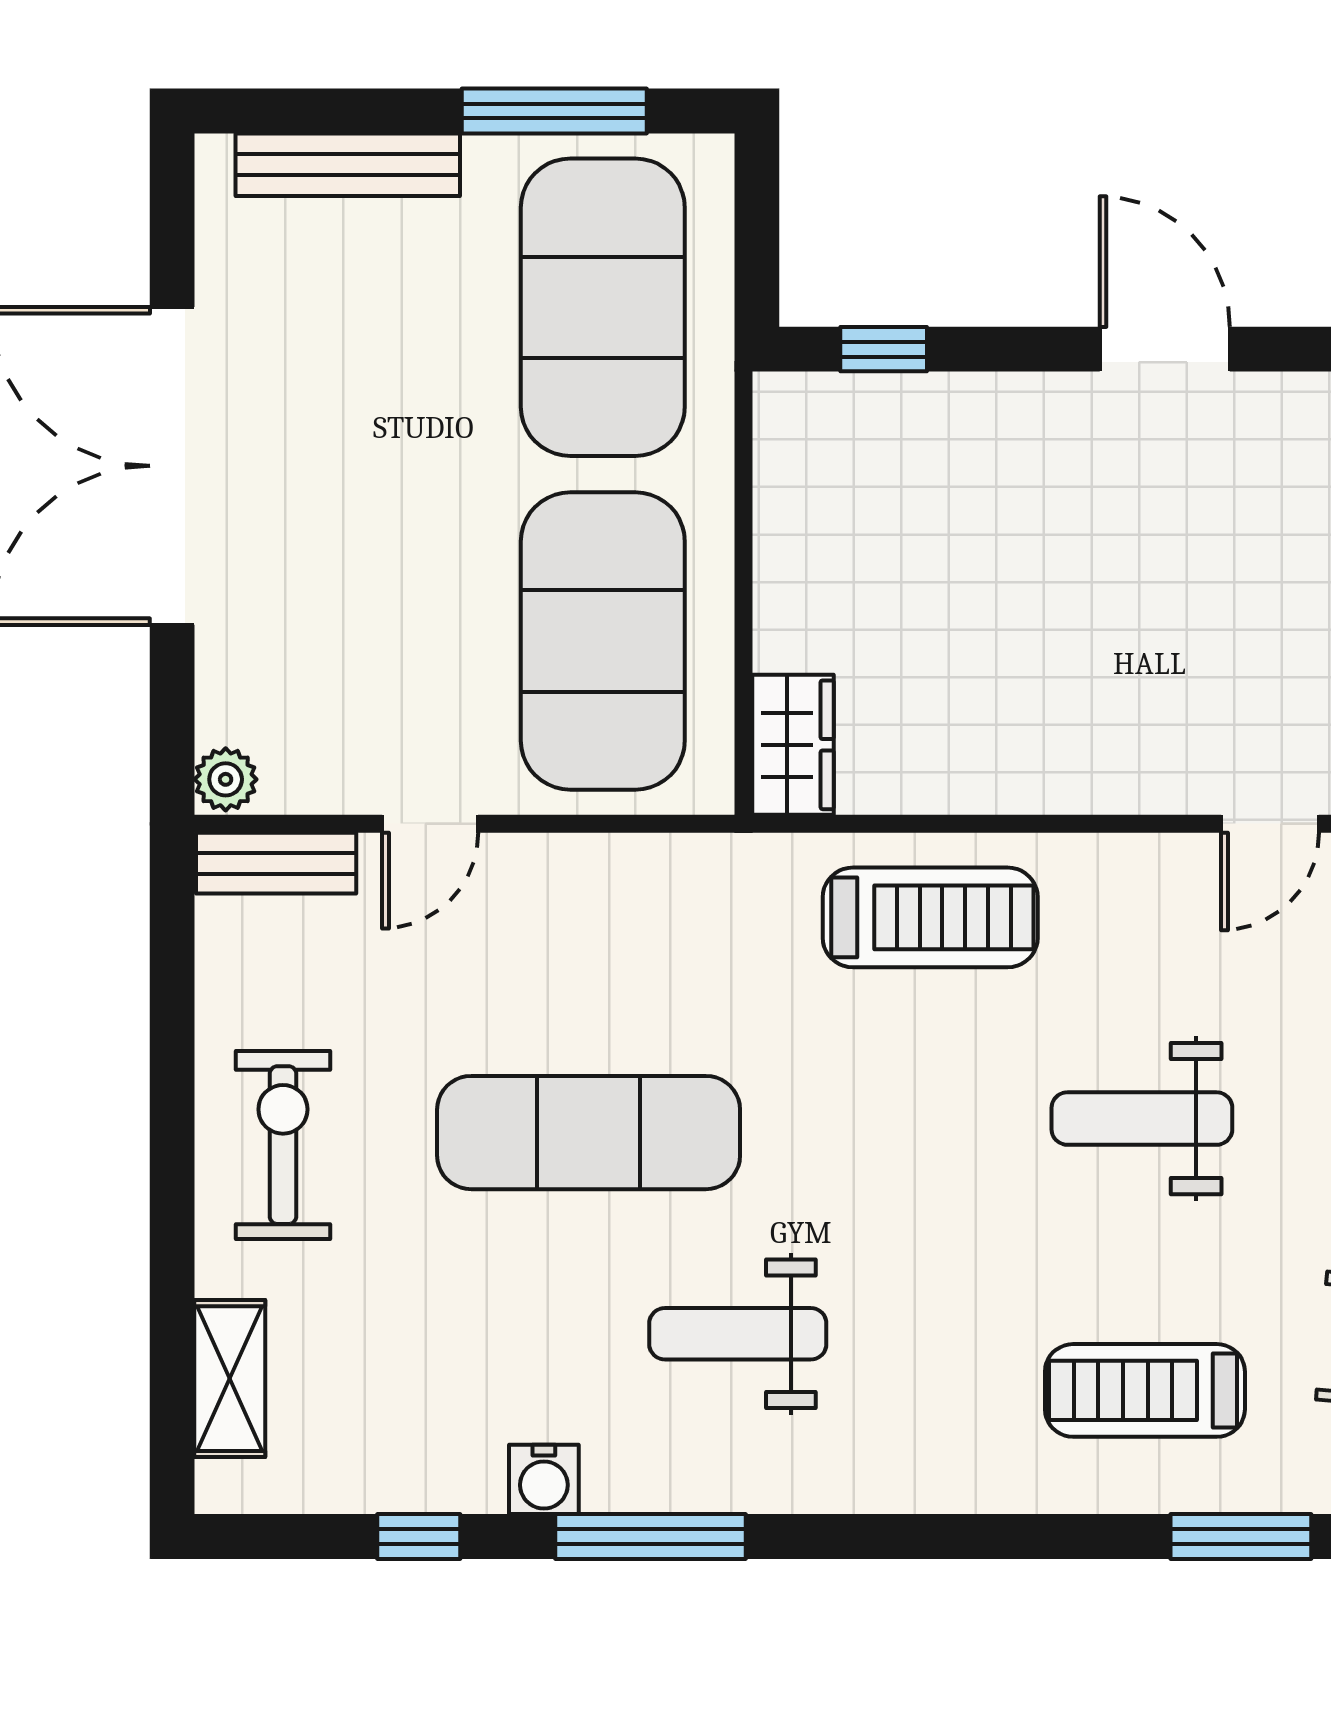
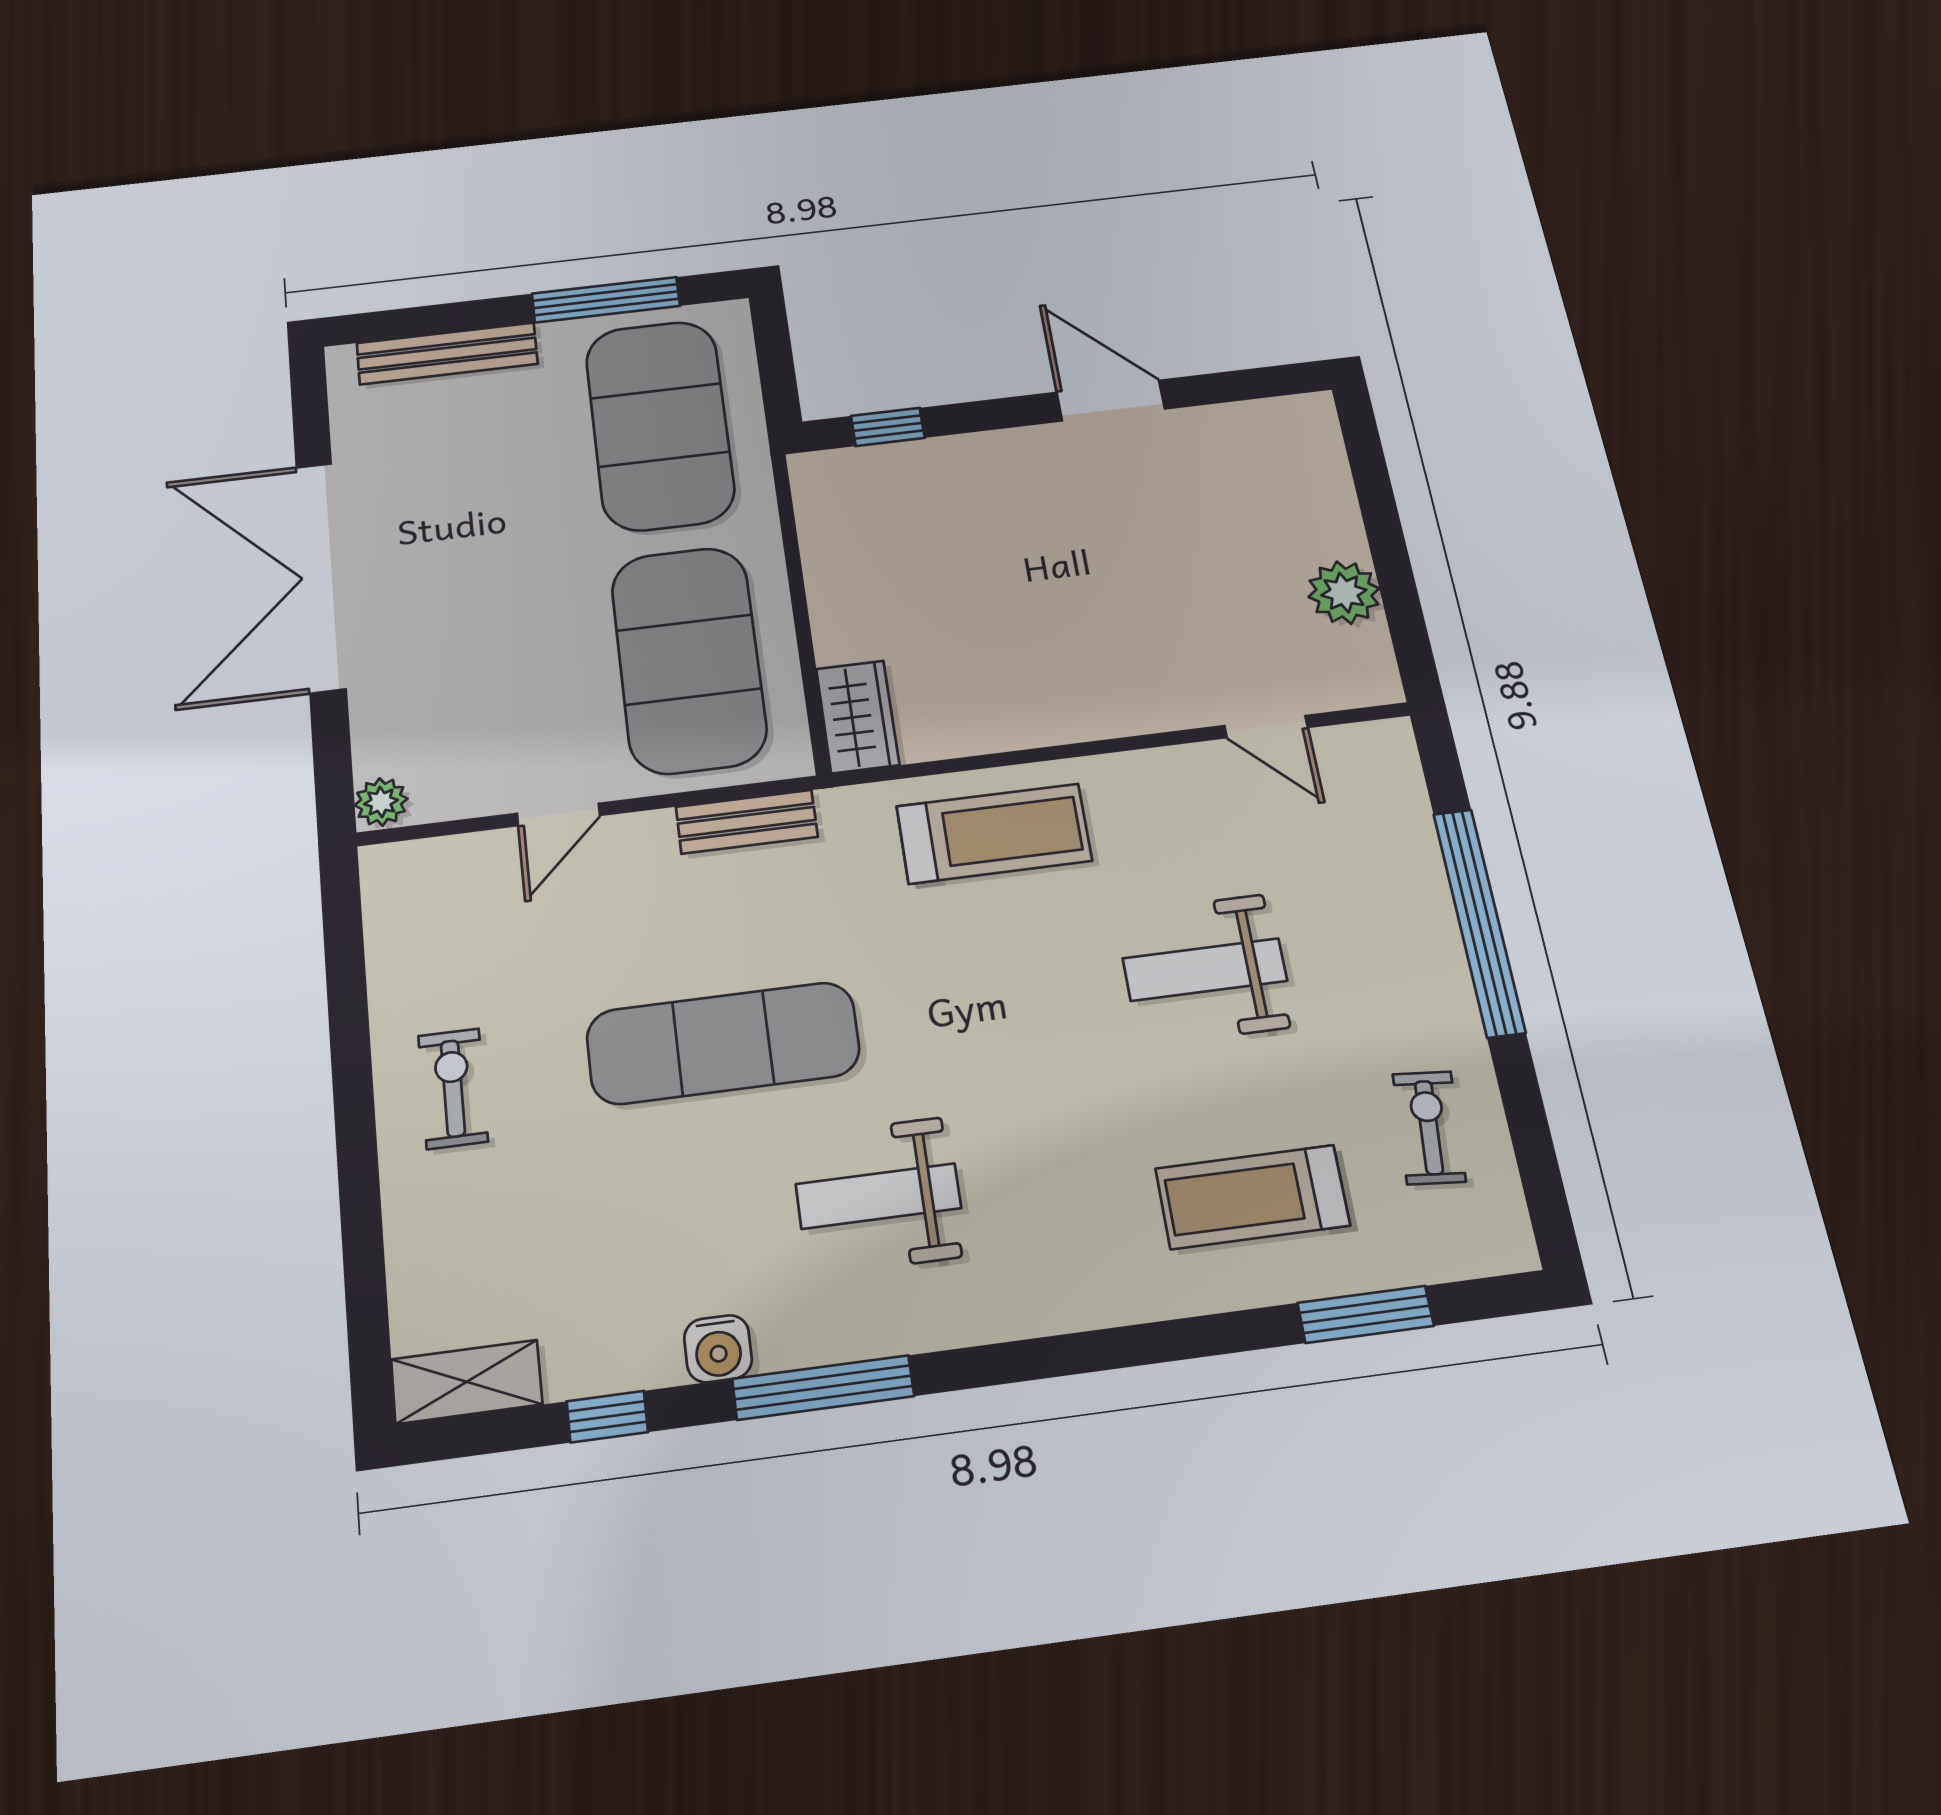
door: (1270, 824) -> (1266, 727), hinge flipped
bench: (276, 863) -> (747, 822), moved
exercise bike: (283, 1145) -> (453, 1088), width x0.73, depth x0.72
shelving: (230, 1379) -> (467, 1382), moved, turned 90

